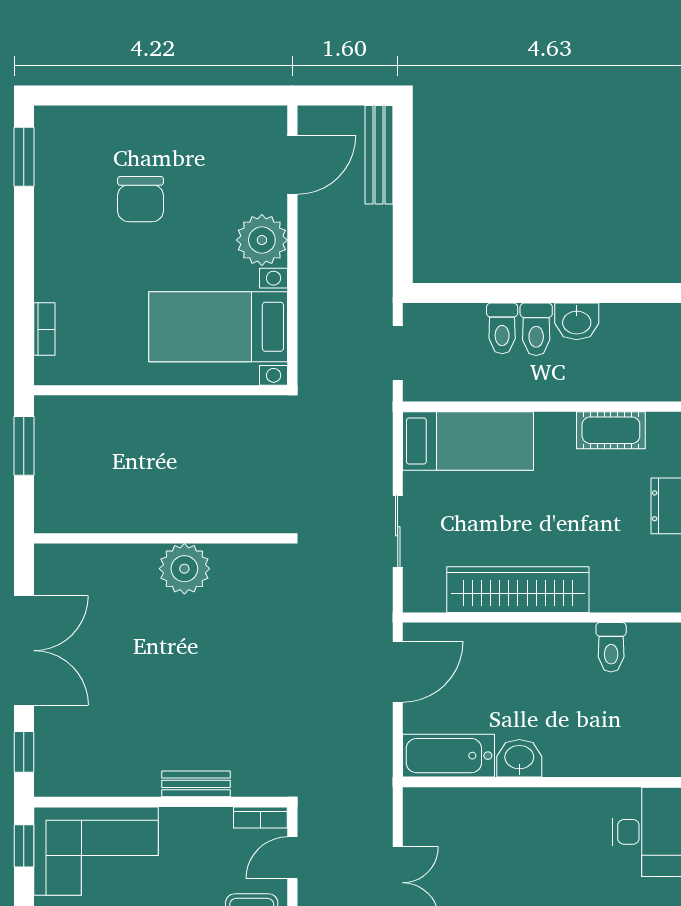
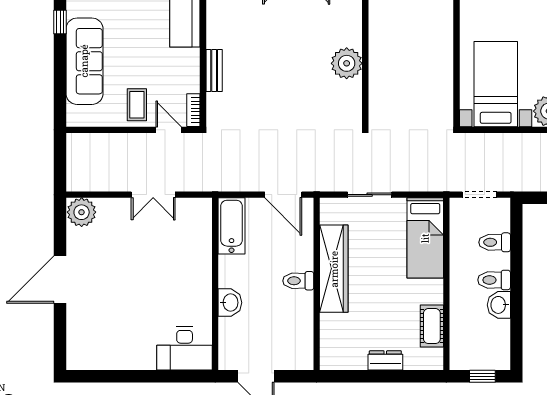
toilet: (502, 328) -> (495, 242), moved
toilet: (611, 647) -> (298, 281), moved
washbasin: (519, 758) -> (230, 303), moved

